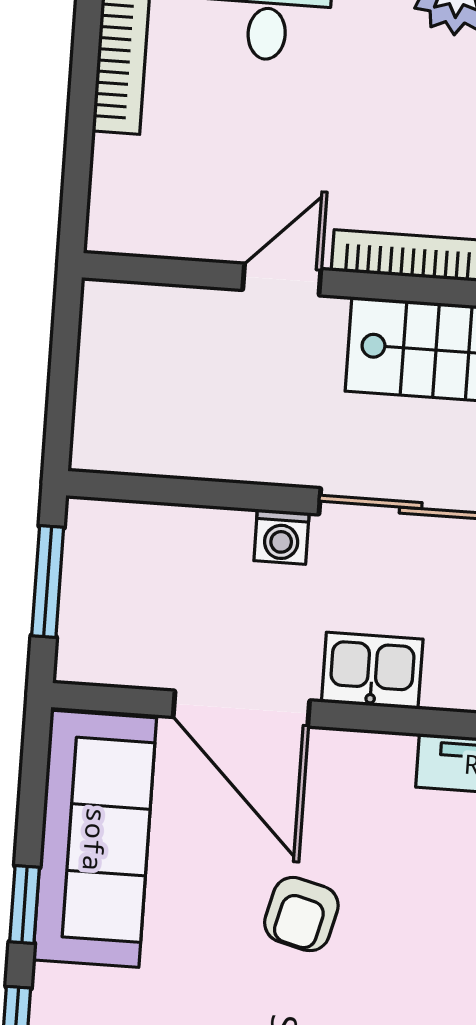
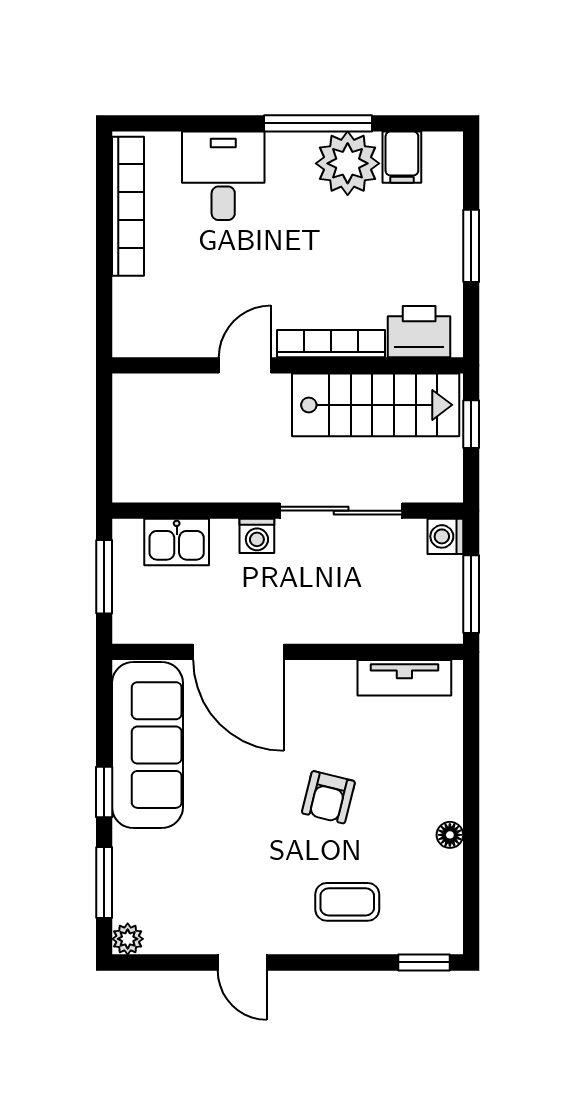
kitchen sink: (372, 671) -> (177, 542), moved, turned 180
armchair: (301, 914) -> (328, 797), moved

